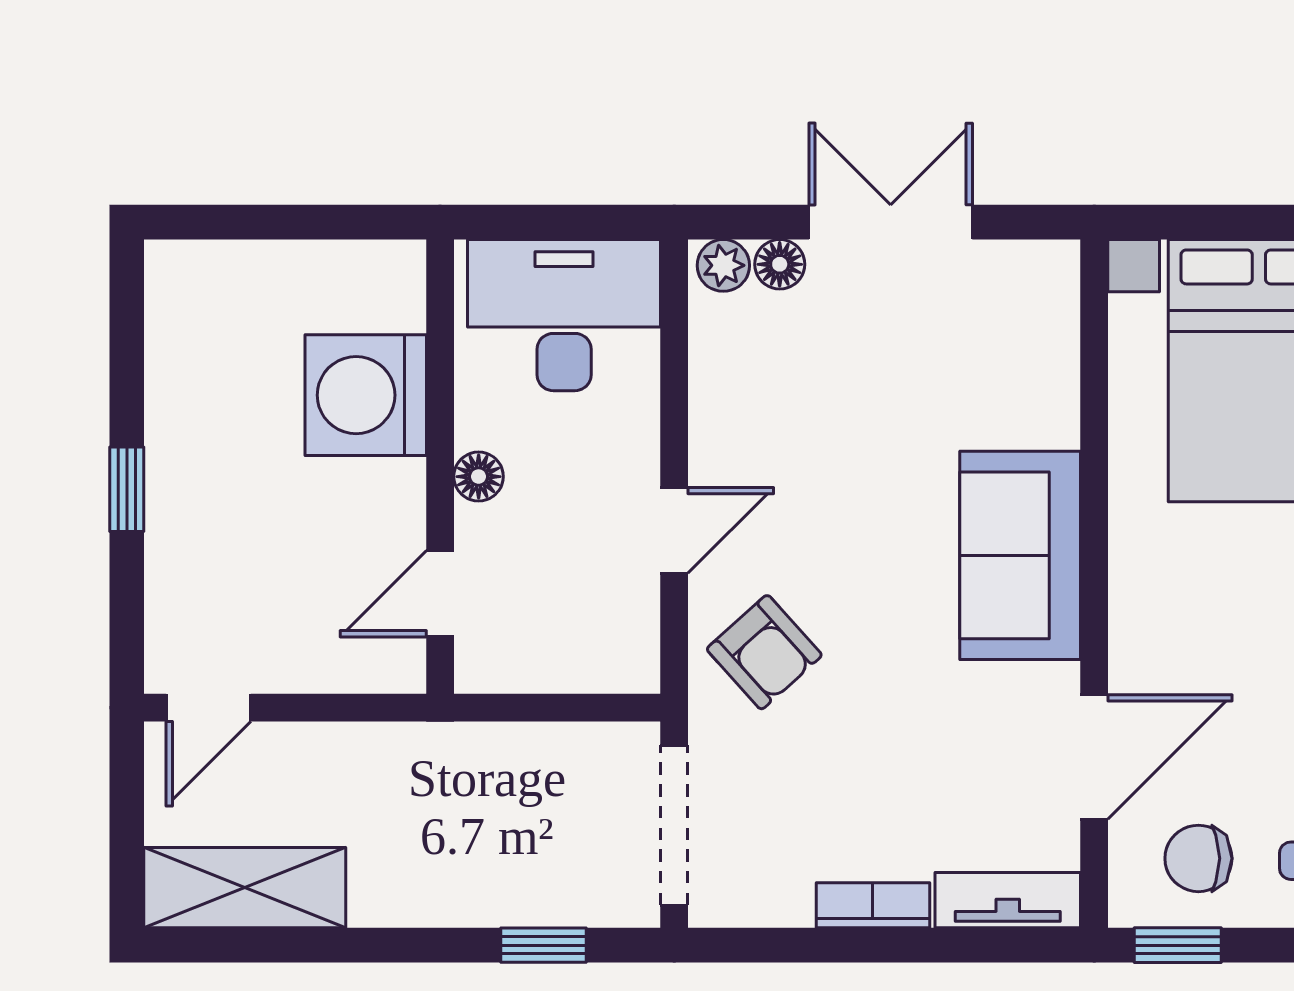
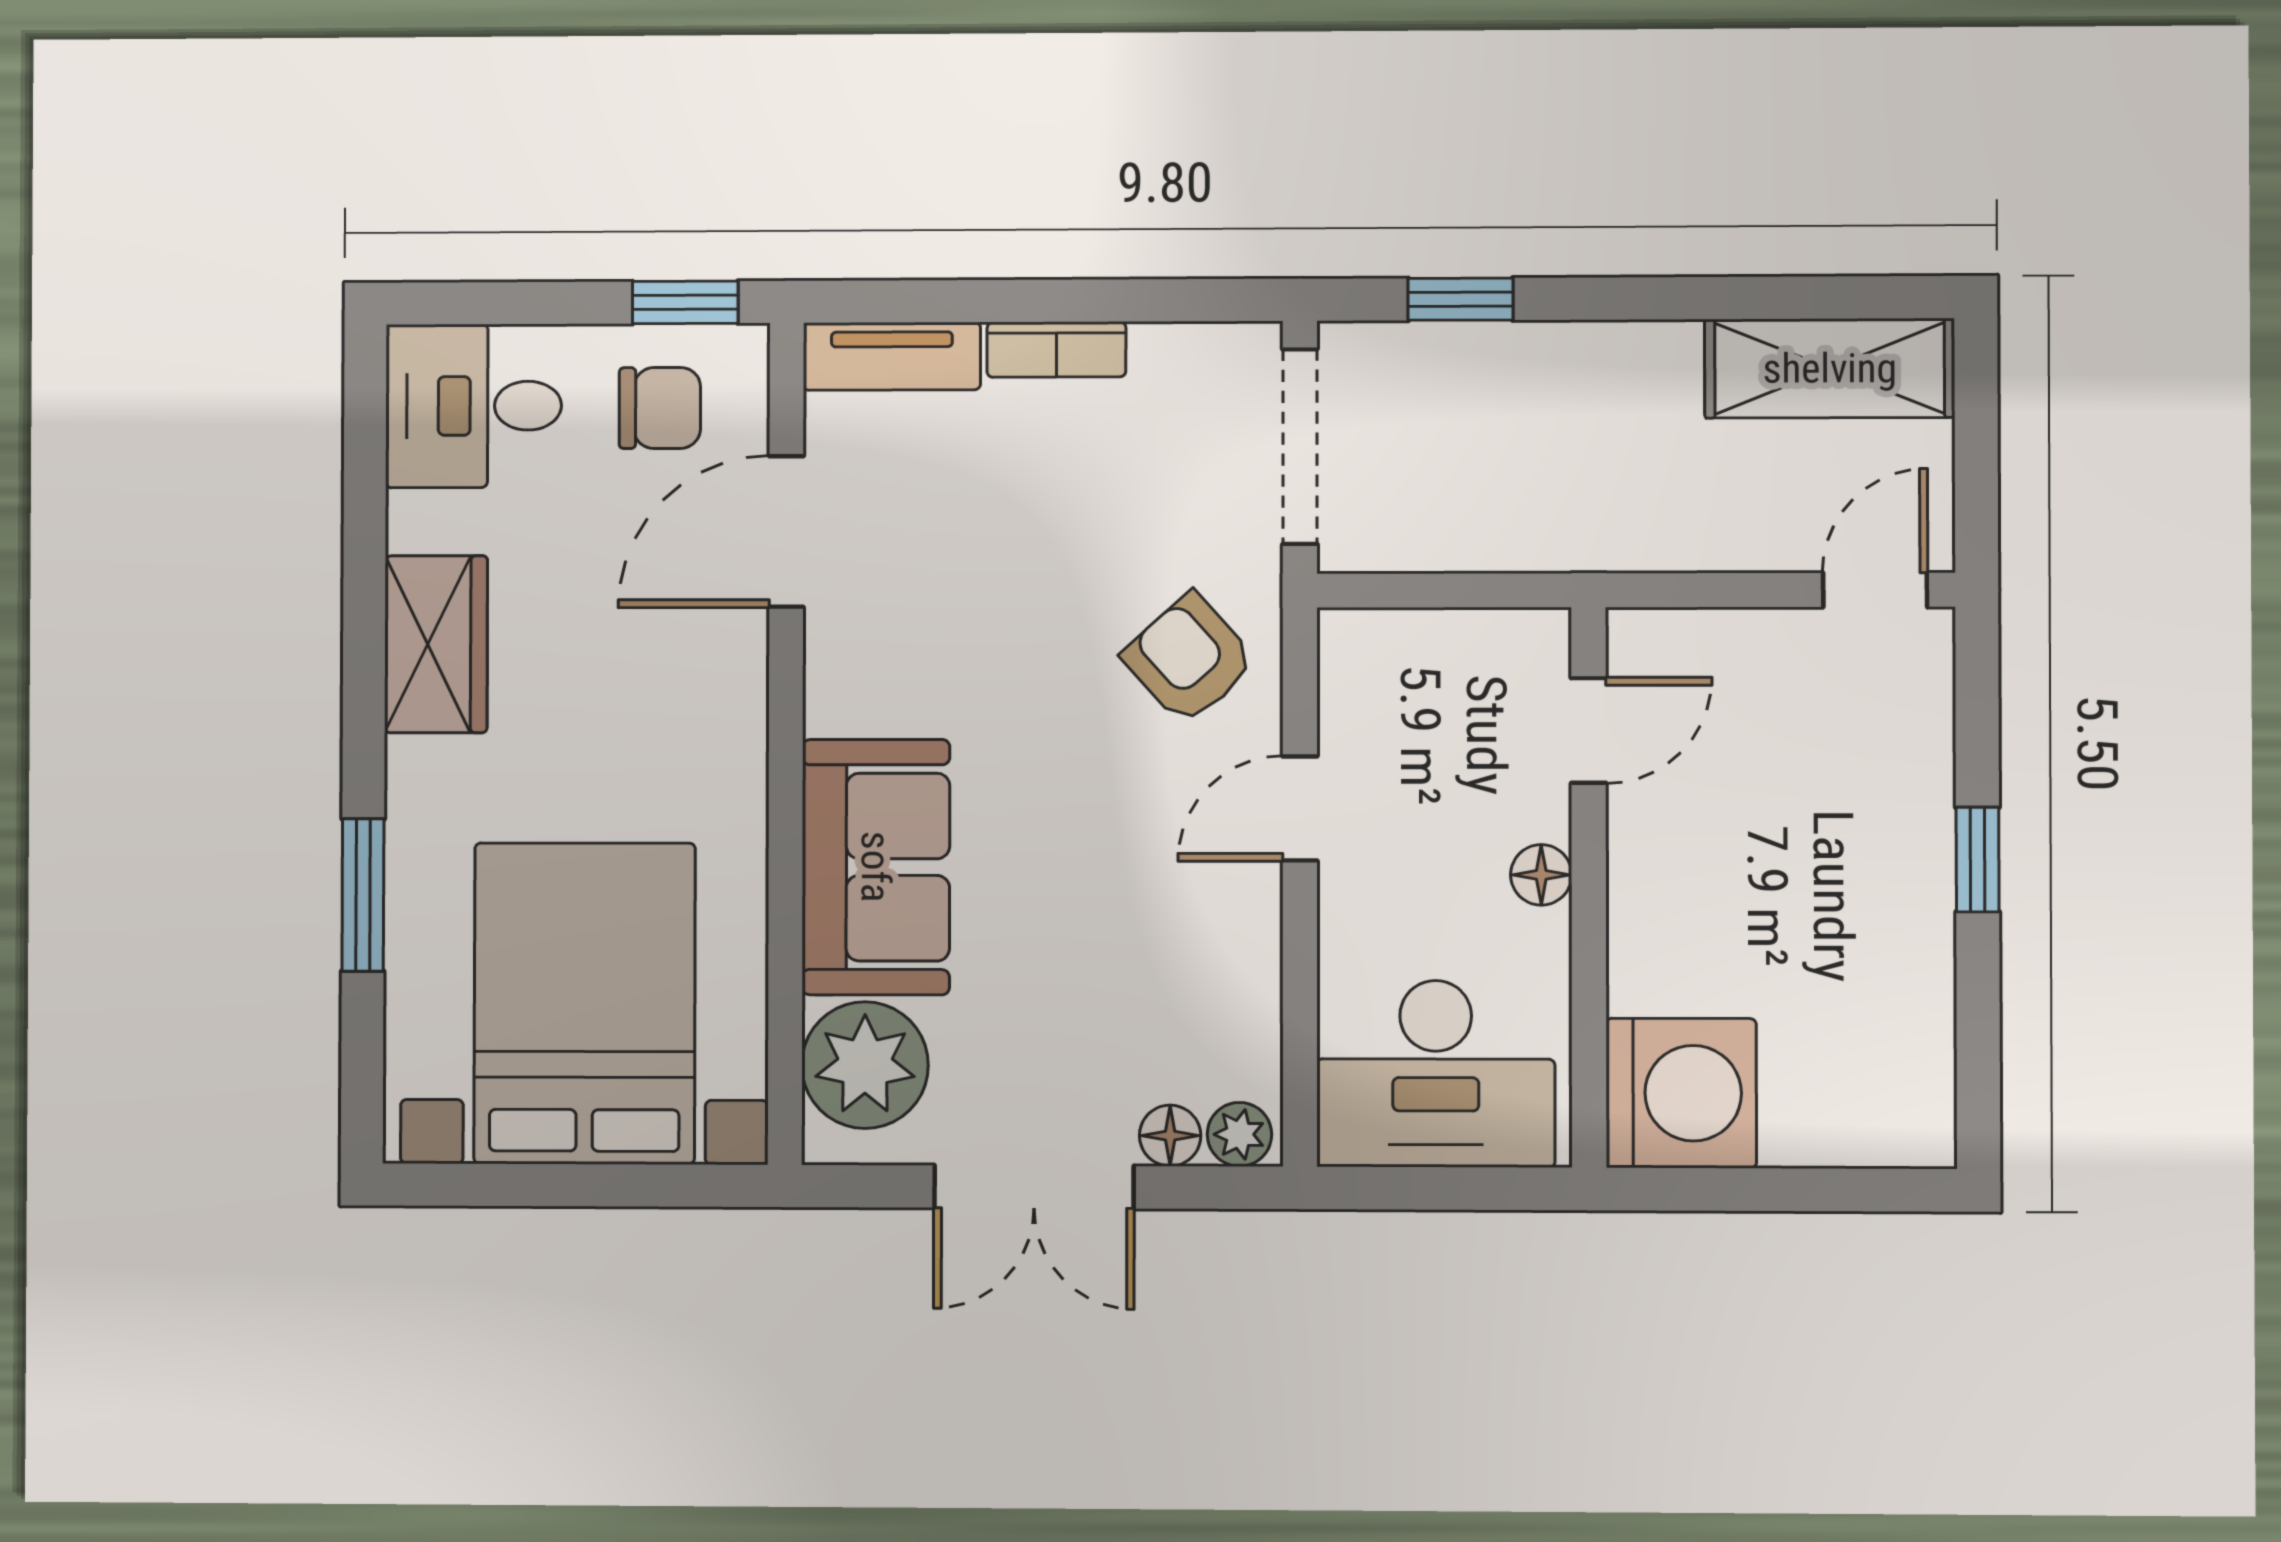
plant: (1029, 321) -> (865, 1065), added
washing machine: (366, 395) -> (1681, 1093), moved
sofa: (1020, 555) -> (876, 867), moved

